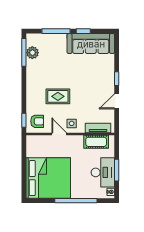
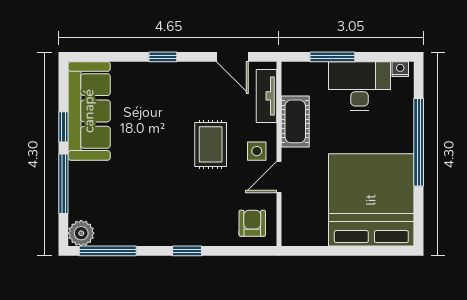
plant: (32, 53) -> (81, 233), moved
rug: (58, 96) -> (211, 144), moved
door: (117, 101) -> (232, 57), moved
window: (24, 120) -> (187, 251), moved
cot: (96, 142) -> (295, 121), moved
window: (117, 170) -> (332, 57), moved

